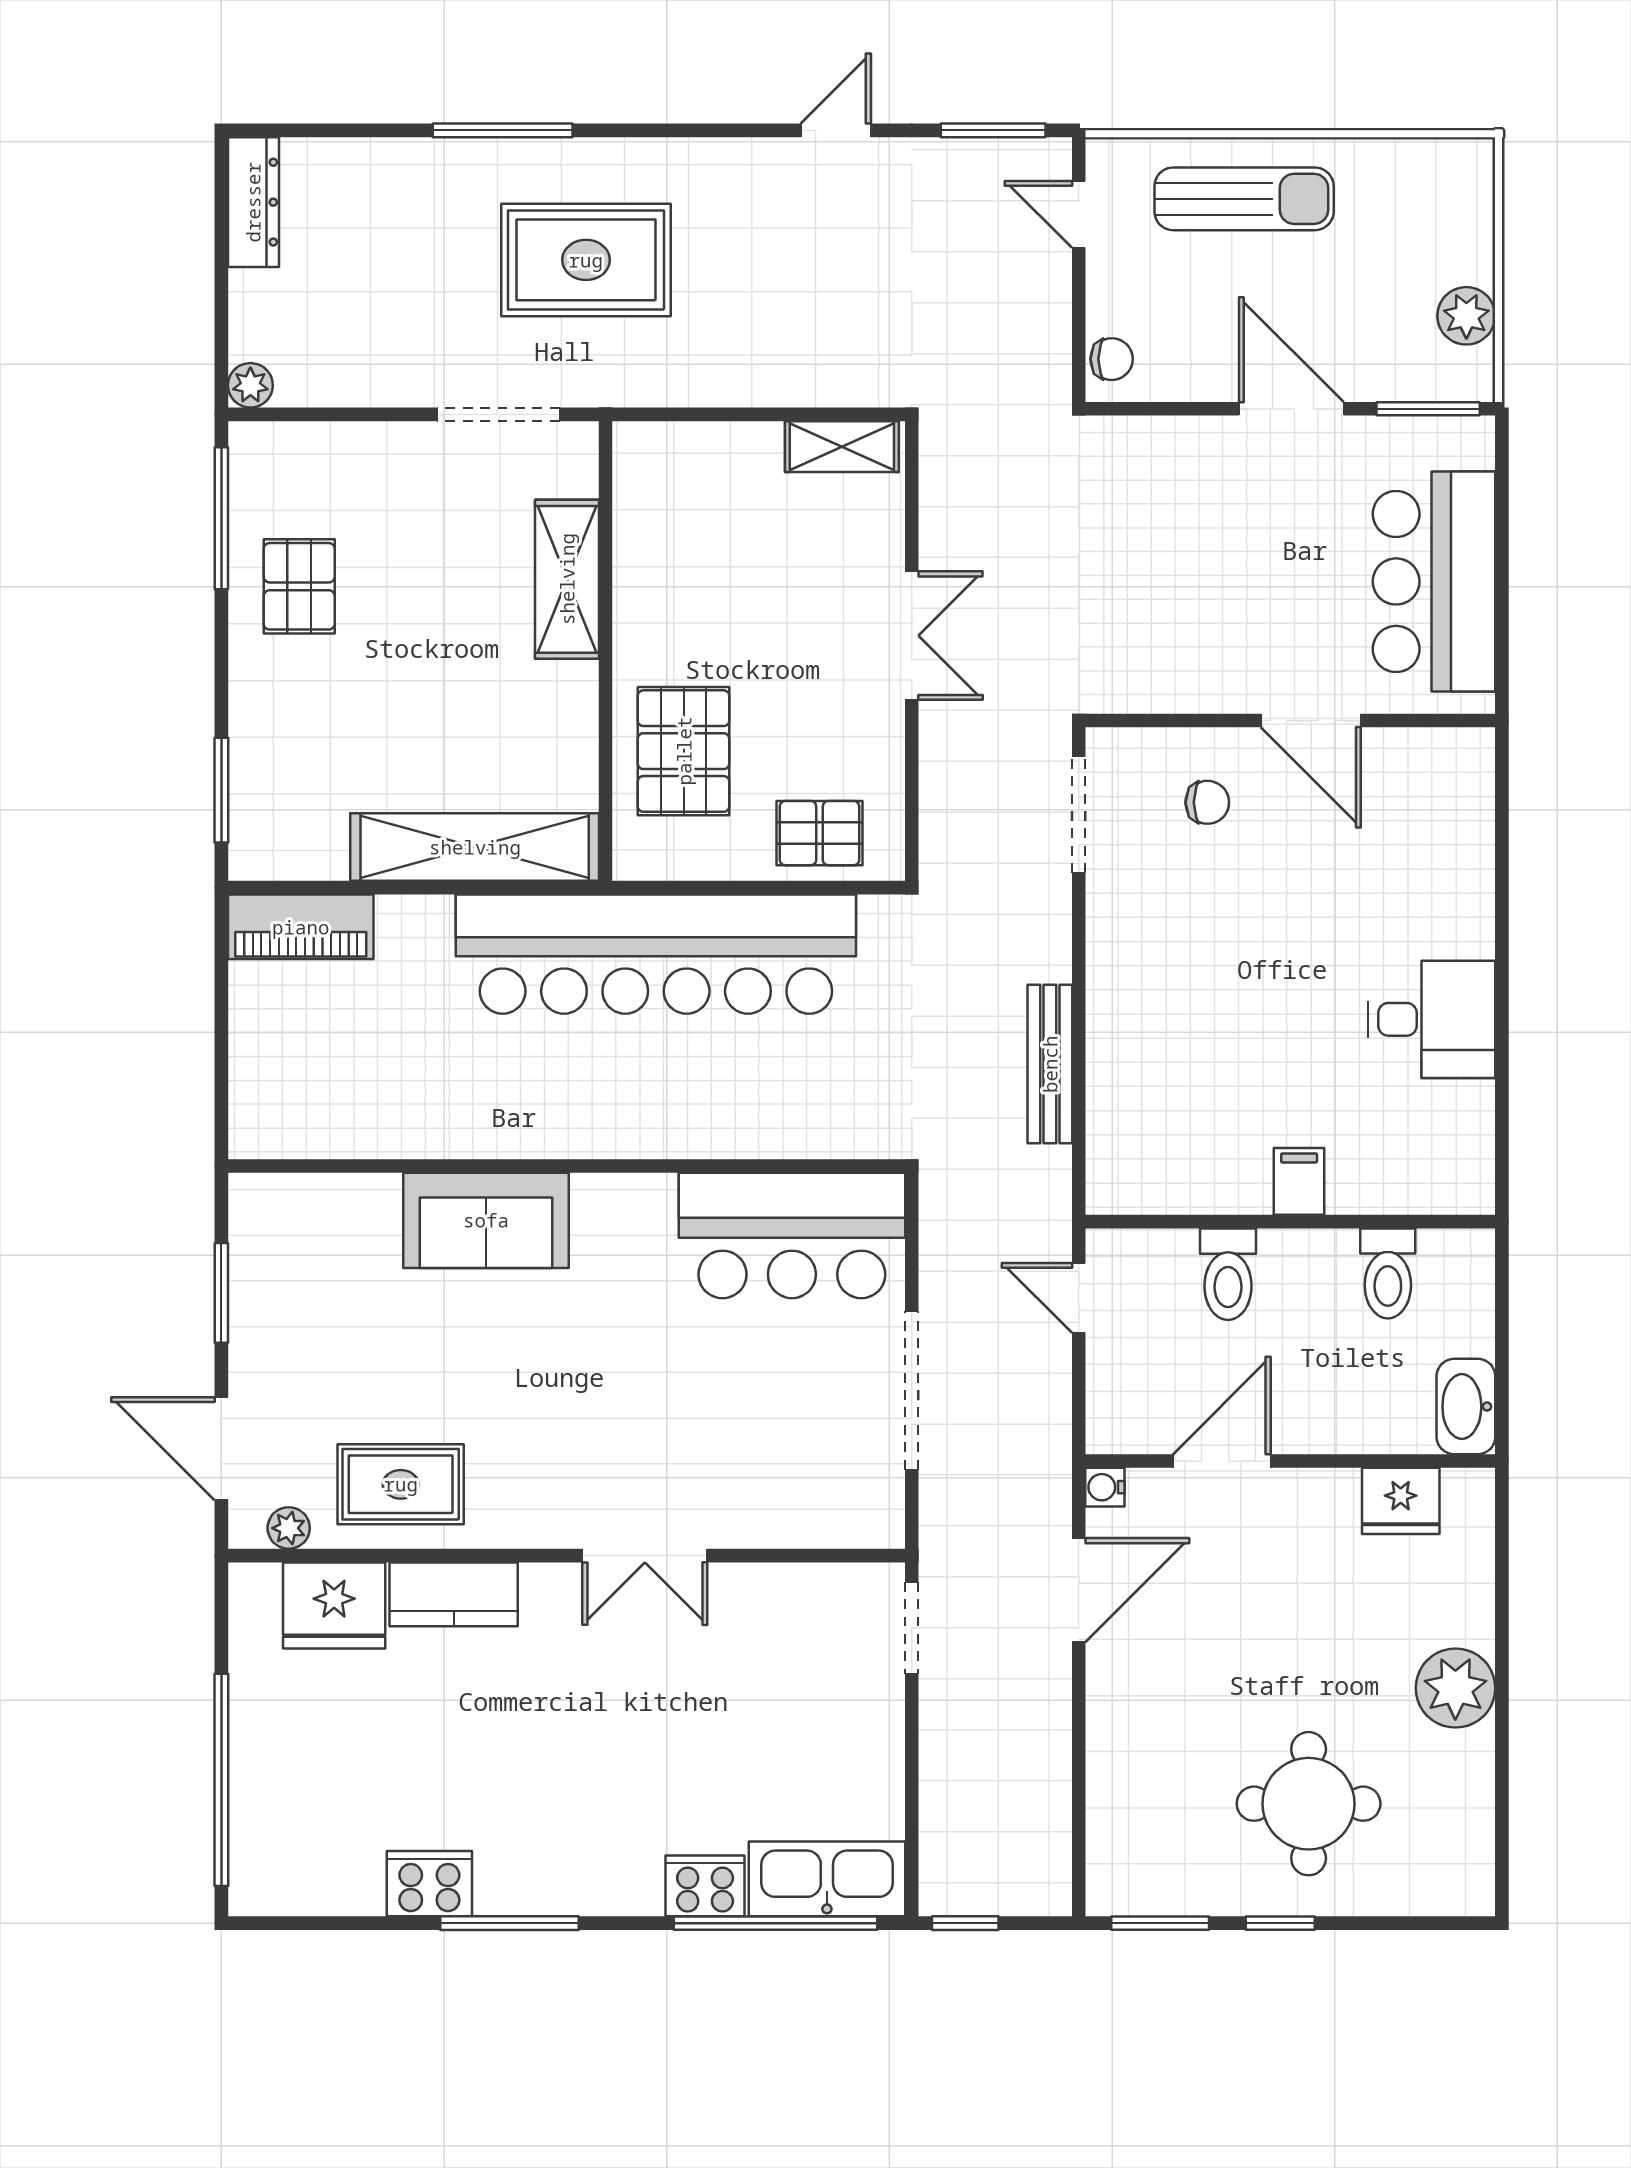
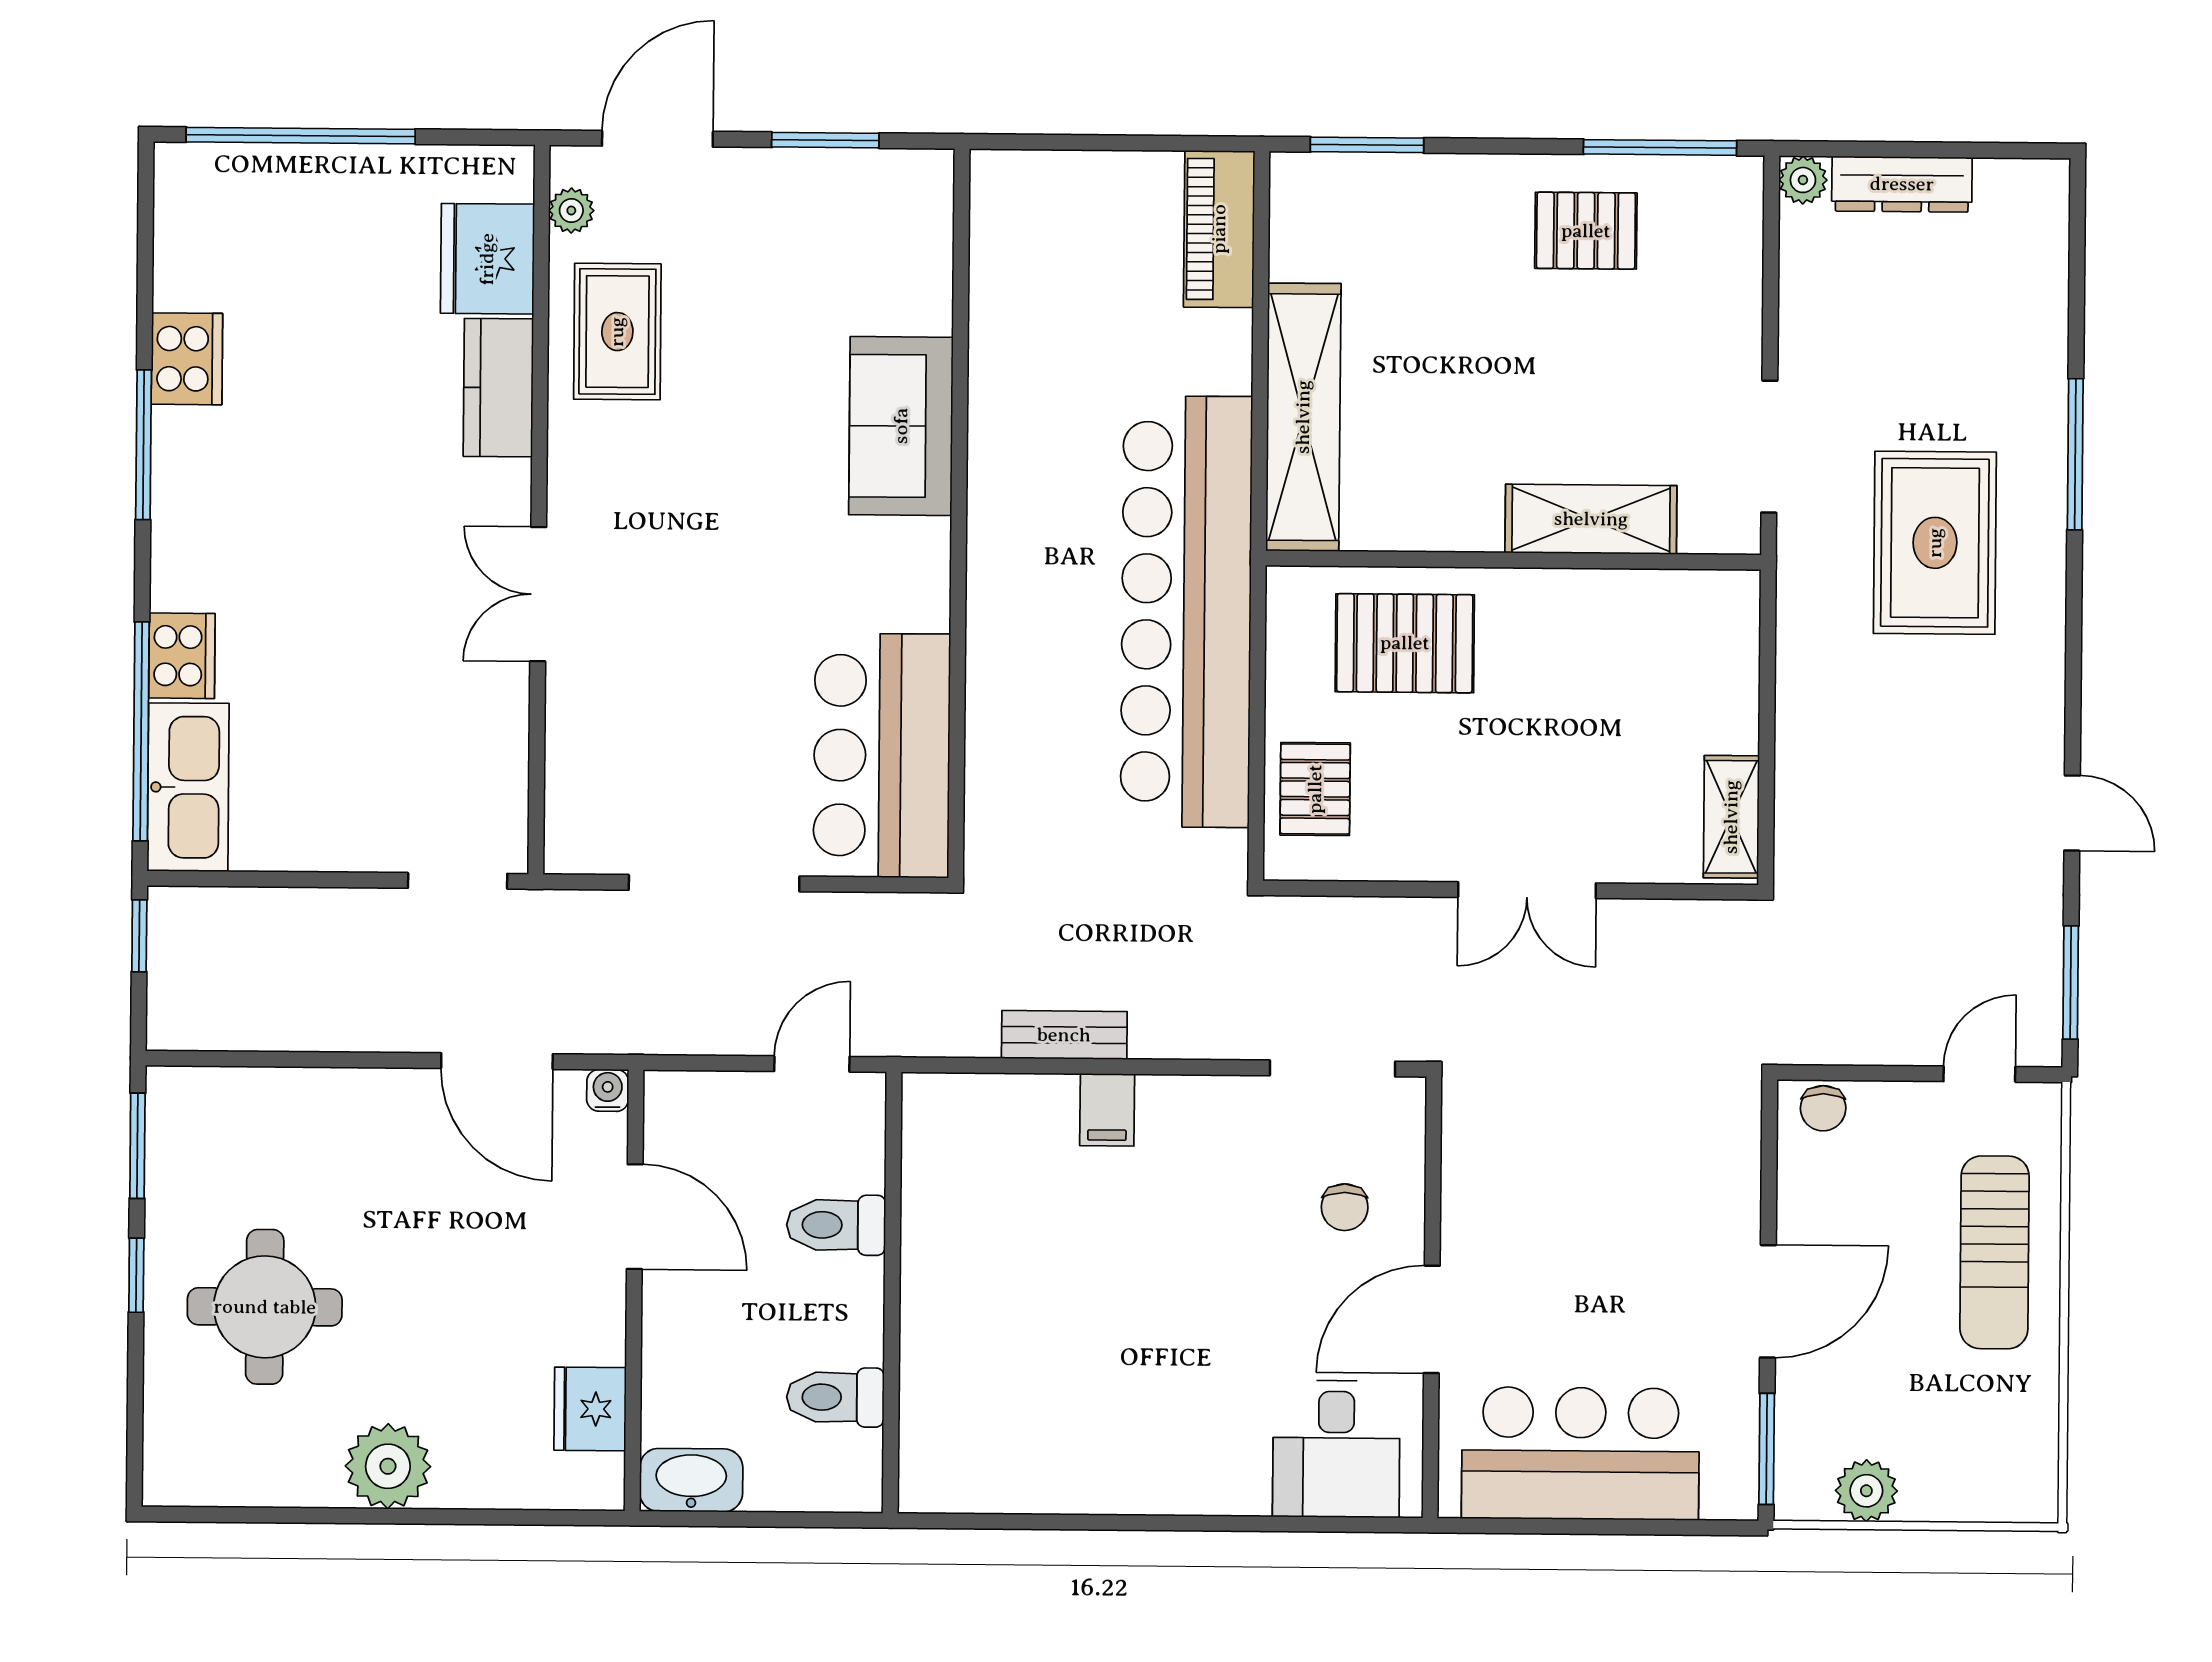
dresser: (253, 202) -> (1902, 184), moved
desk: (1432, 1019) -> (1336, 1449), moved
bench: (1050, 1064) -> (1064, 1035), width x0.73
filing cabinet: (1299, 1181) -> (1107, 1110), moved, turned 90

